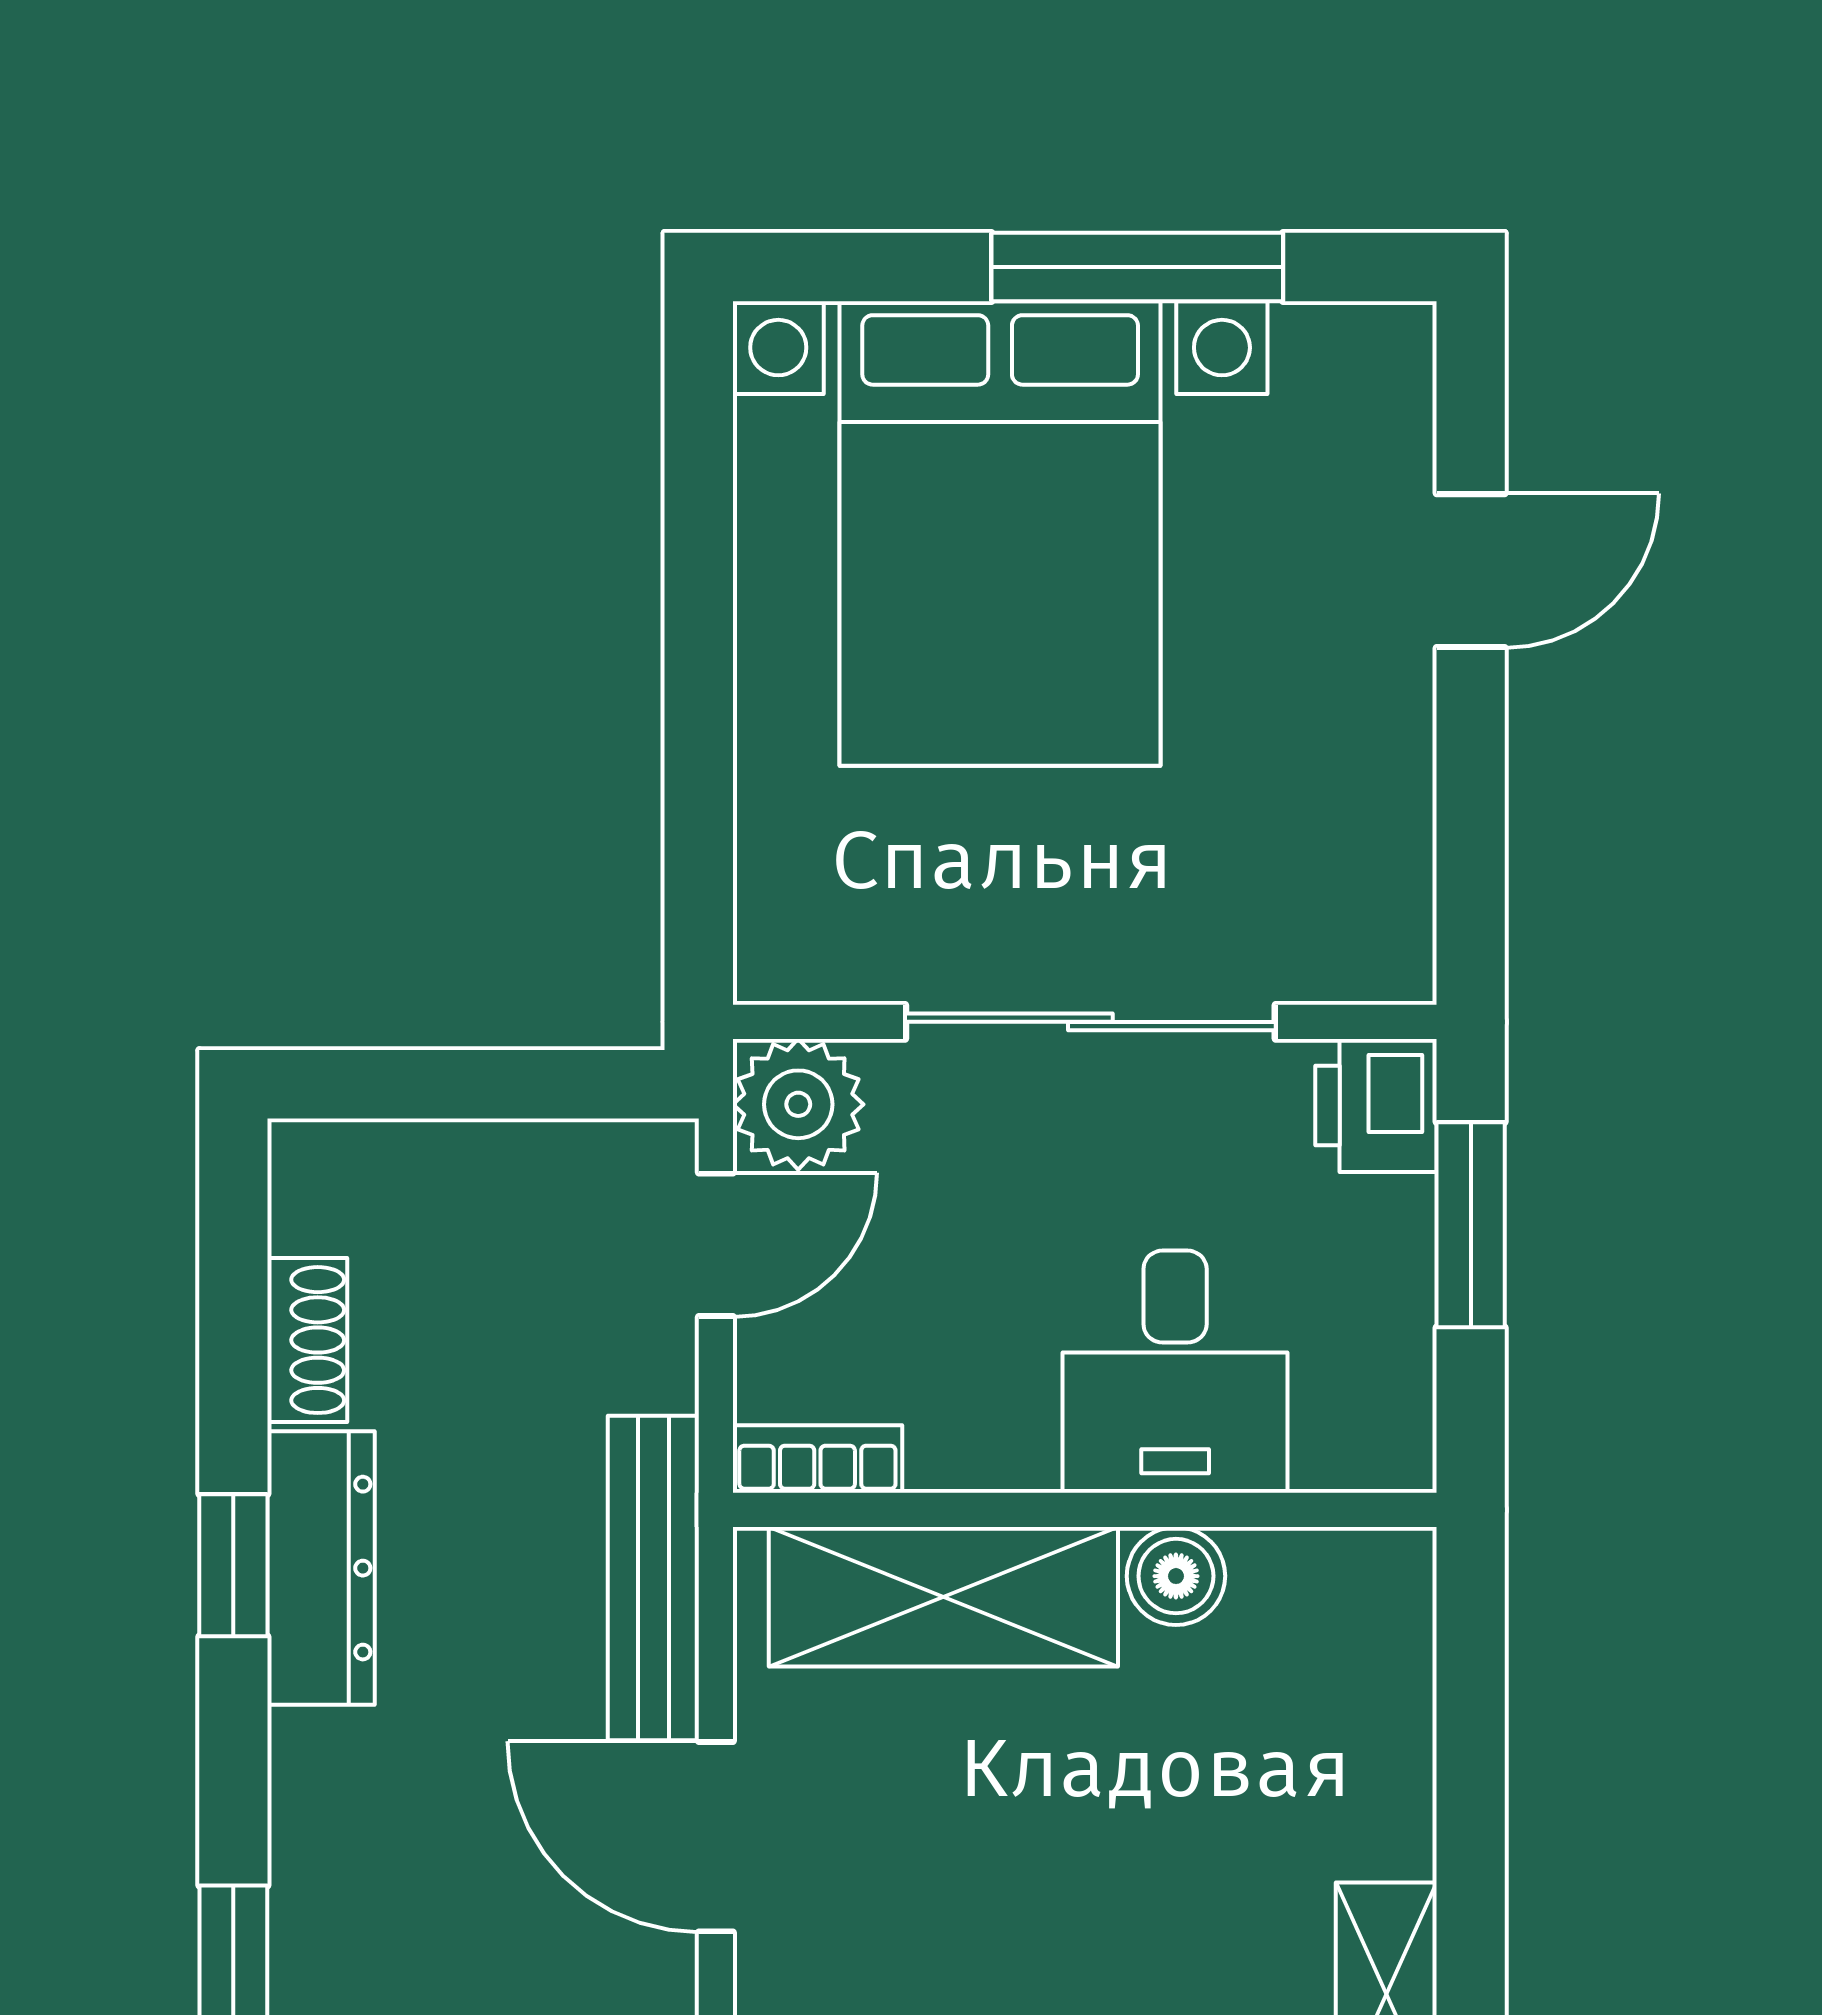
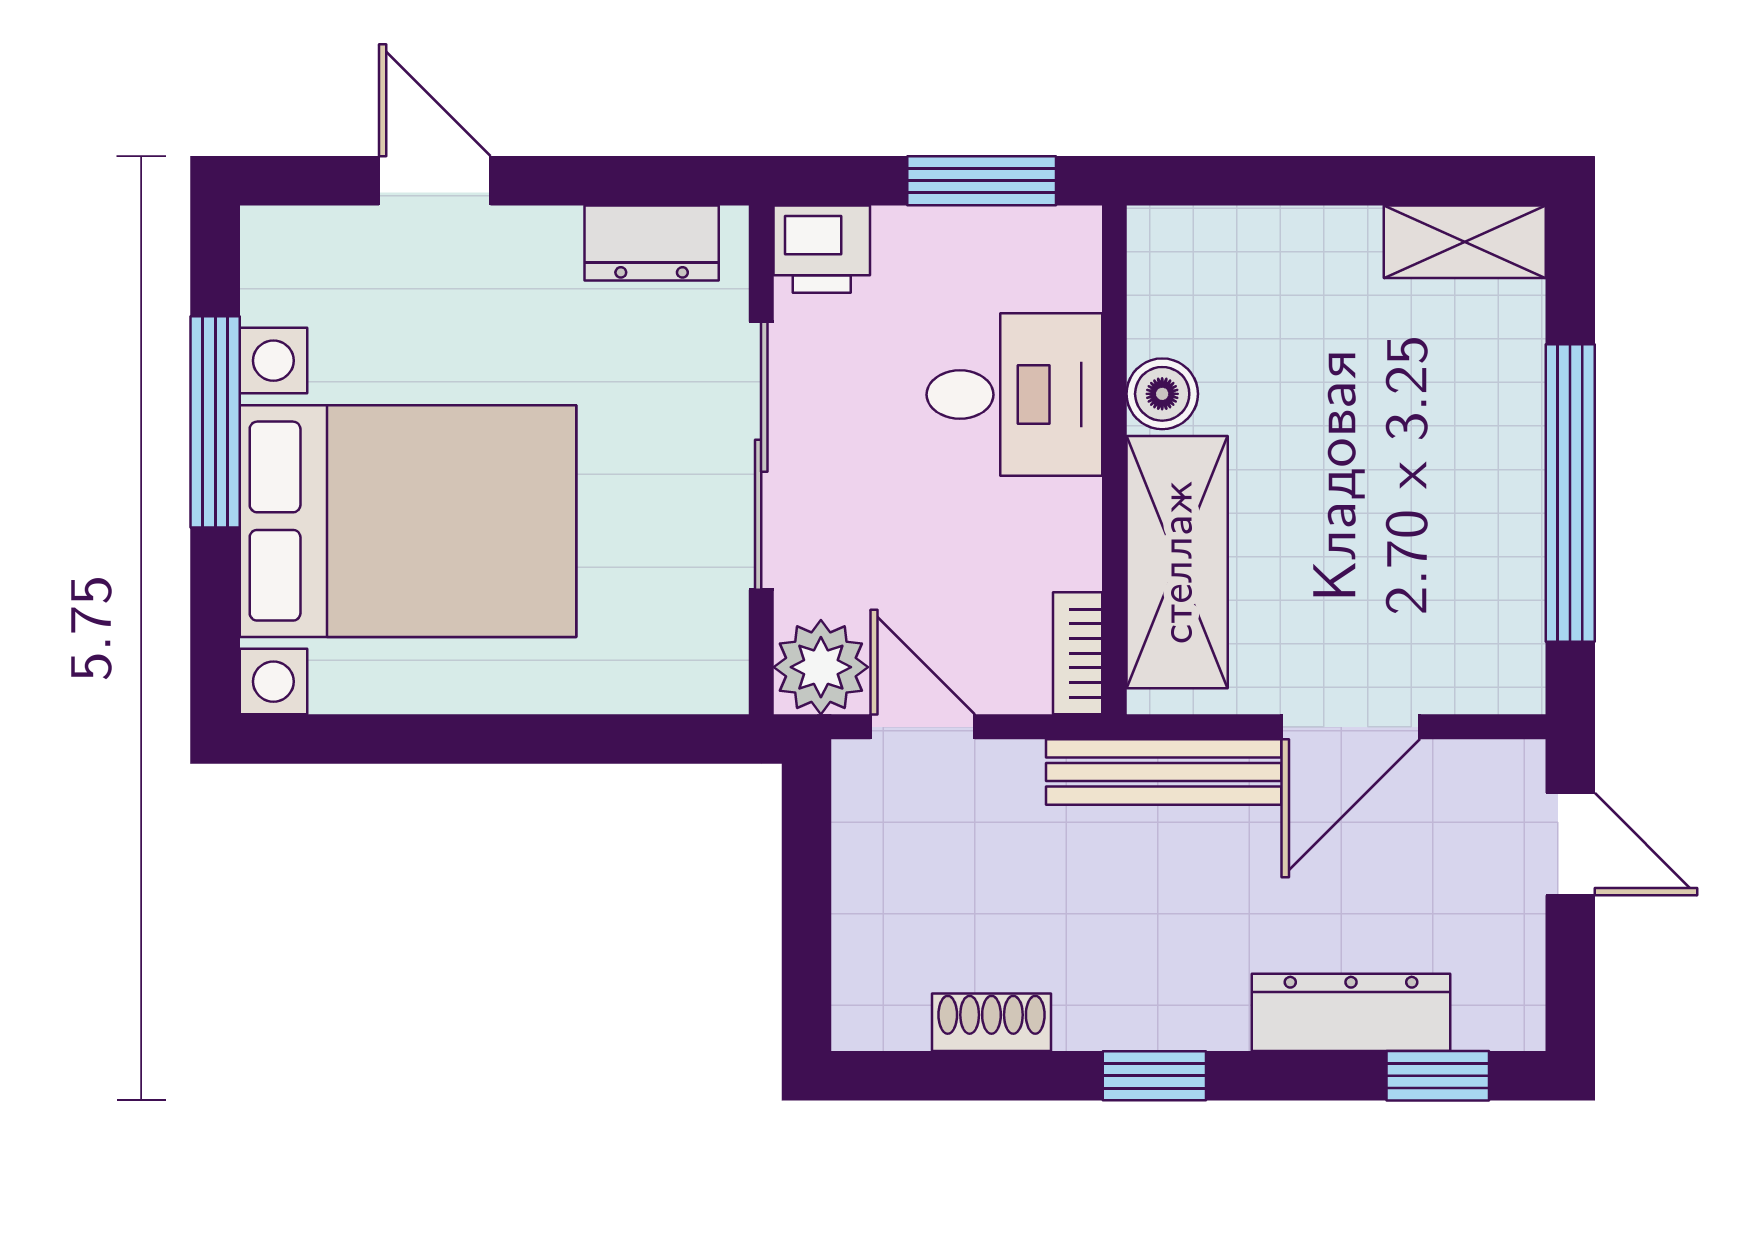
dresser: (1384, 870) -> (652, 243), added
window: (1471, 1225) -> (982, 181), moved
dresser: (321, 1568) -> (1351, 1012), moved

